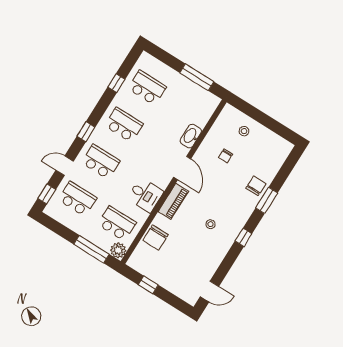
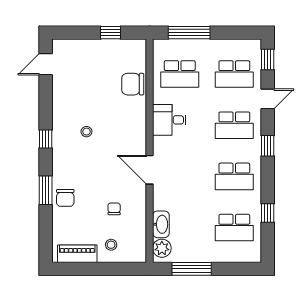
washbasin: (191, 136) -> (161, 224), moved
piano: (173, 201) -> (77, 254), moved, turned 90
chair: (155, 237) -> (133, 84), turned -90
plant: (118, 250) -> (162, 248), moved

